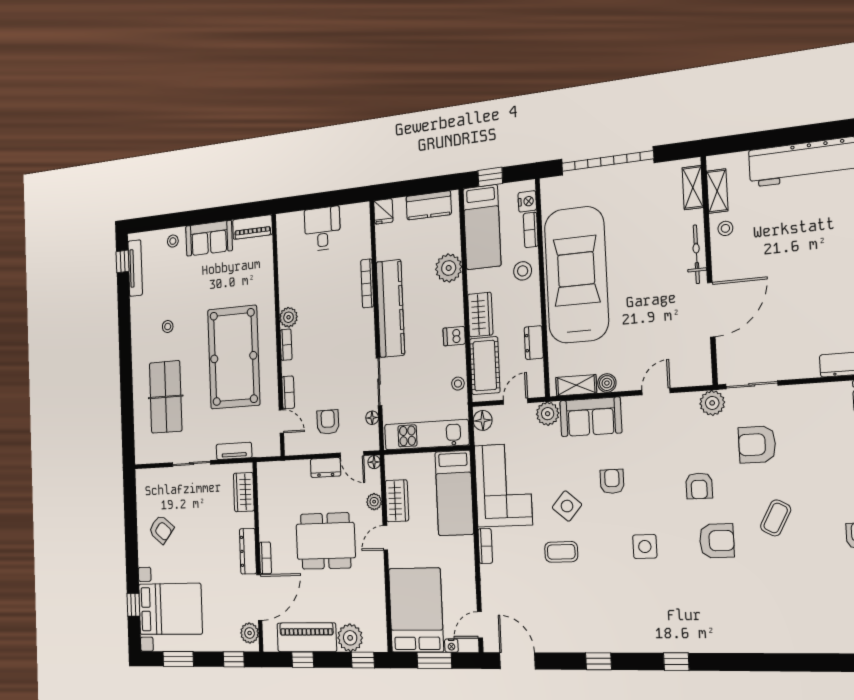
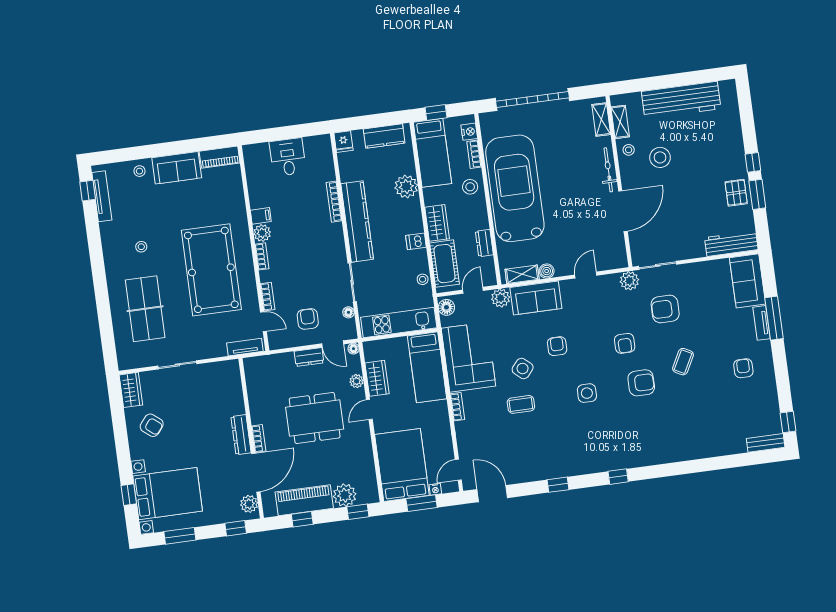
stool: (767, 240) -> (660, 157), added
filing cabinet: (289, 297) -> (261, 216), added
tv unit: (234, 451) -> (245, 347), moved
wardrobe: (244, 492) -> (131, 390), moved, turned 180

